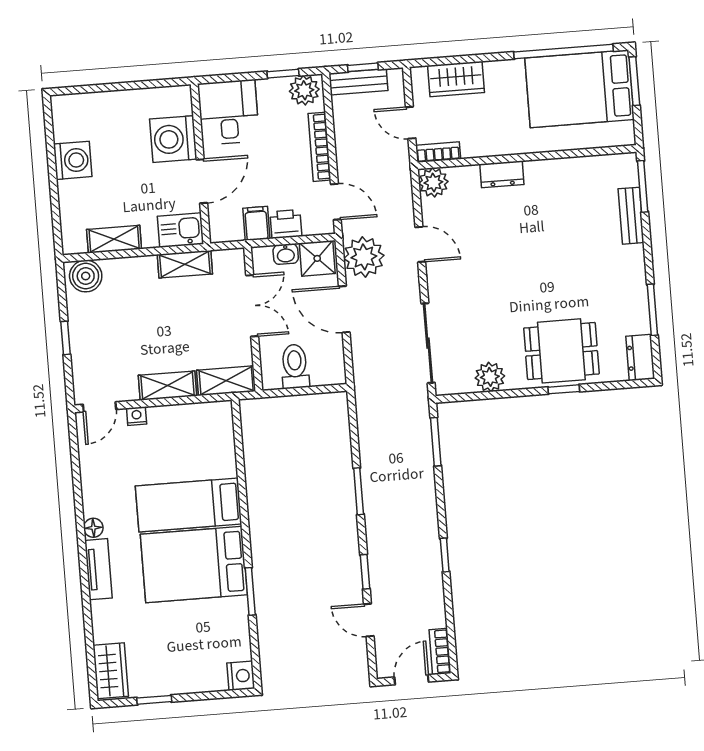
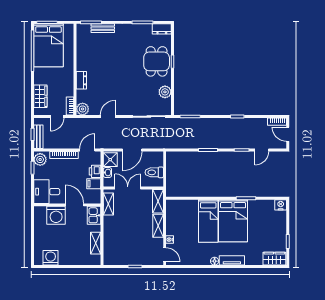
washing machine: (73, 160) -> (51, 258), moved
plant: (364, 257) -> (111, 140), removed
shelving: (185, 264) -> (108, 204), moved
boiler: (86, 276) -> (110, 256), removed

